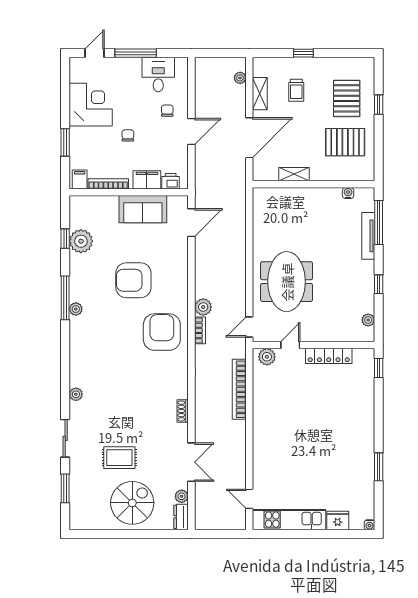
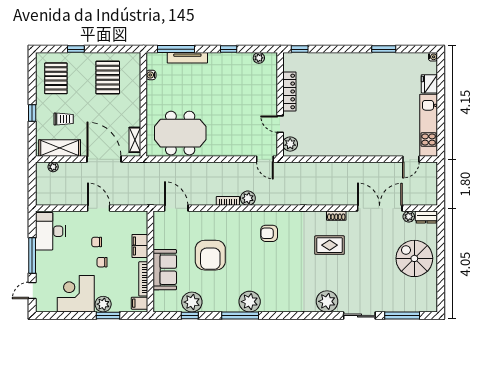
door: (95, 53) -> (32, 291), hinge flipped
desk: (158, 75) -> (50, 231), width x1.37
shelving: (260, 94) -> (60, 148), width x1.50, depth x1.33
pallet: (347, 98) -> (56, 78), moved, turned 90
chair: (167, 111) -> (97, 242), moved
plant: (79, 137) -> (103, 304), added
shelving: (294, 174) -> (135, 140), moved
printer: (171, 181) -> (141, 226), removed
sofa: (143, 209) -> (165, 270), moved
armchair: (133, 280) -> (210, 255), moved
meeting table: (287, 282) -> (180, 133), moved
plant: (76, 309) -> (250, 302), width x1.88, depth x1.88
bookcase: (200, 330) -> (228, 201), moved
armchair: (162, 332) -> (269, 233), width x0.53, depth x0.53
bookcase: (239, 389) -> (318, 168), removed
plant: (76, 394) -> (327, 301), width x1.88, depth x1.88
rug: (119, 458) -> (330, 245), moved, turned 90
double door: (191, 462) -> (380, 208), width x1.37
window: (65, 488) -> (402, 316), width x1.44

